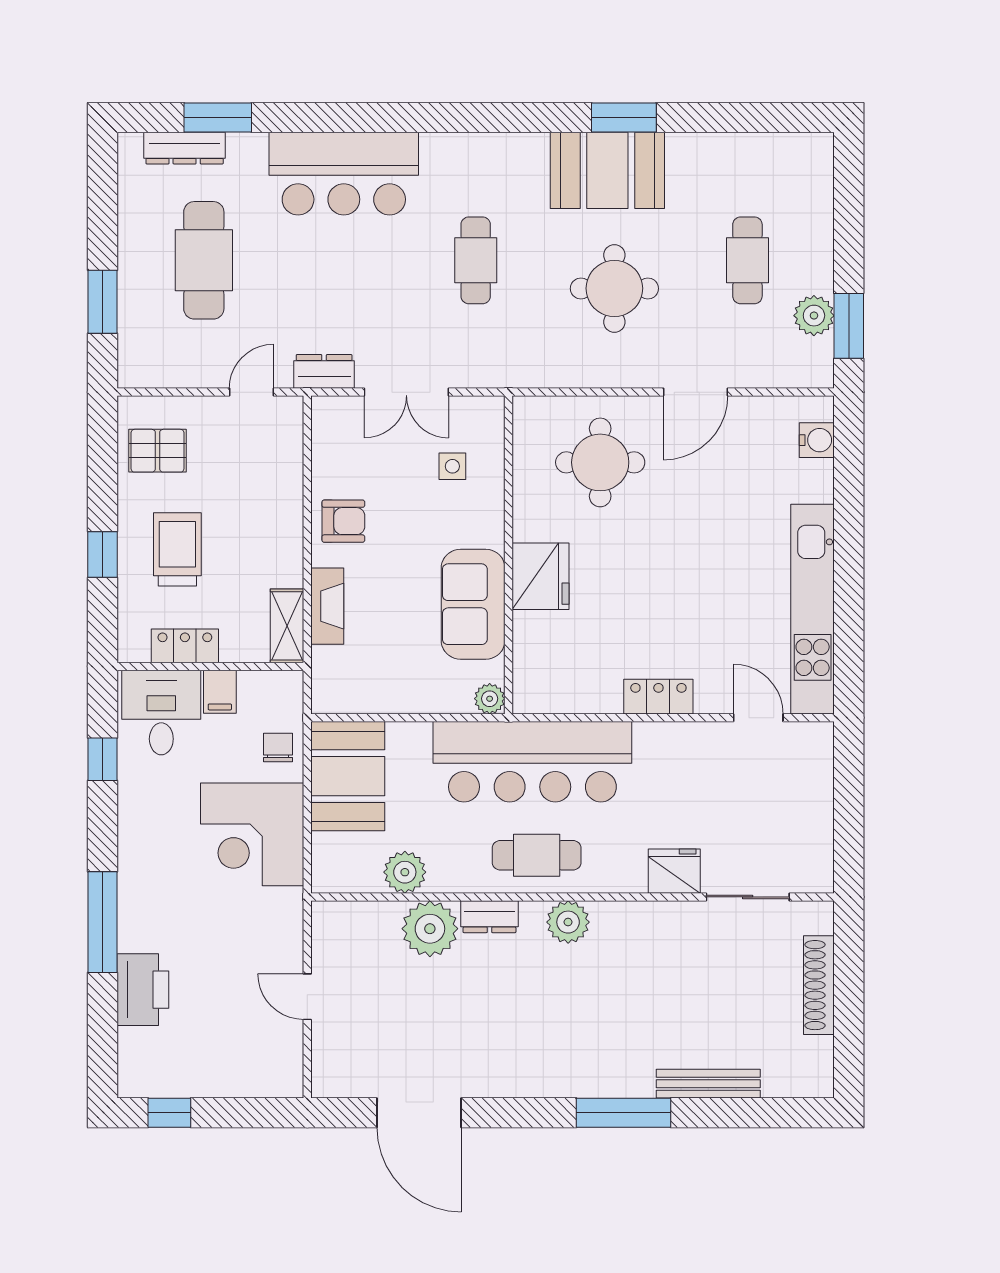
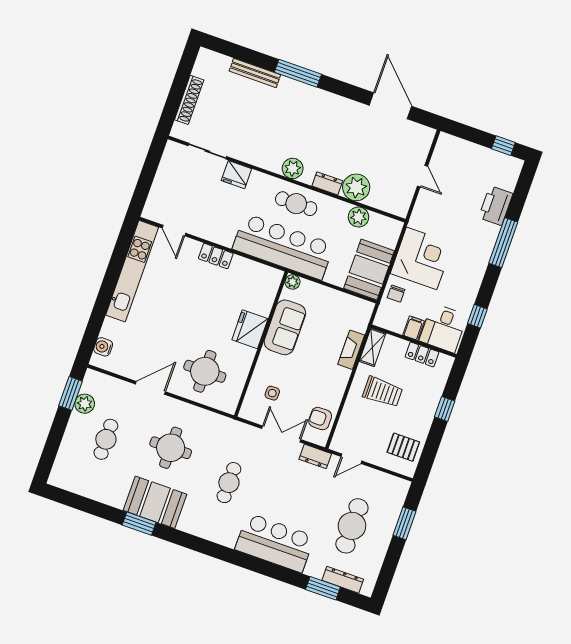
armchair: (343, 521) -> (320, 419), moved
trolley: (177, 549) -> (383, 392), moved, turned -90

